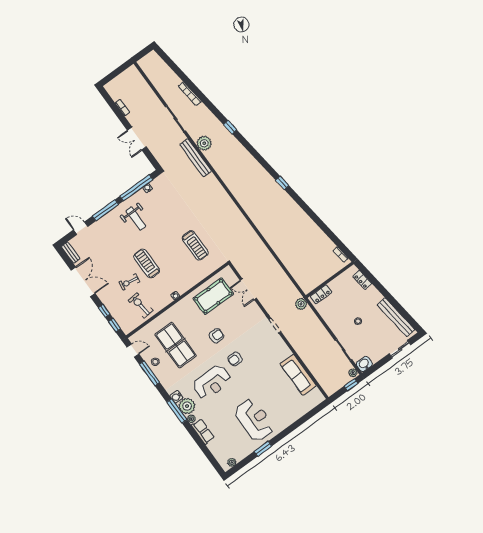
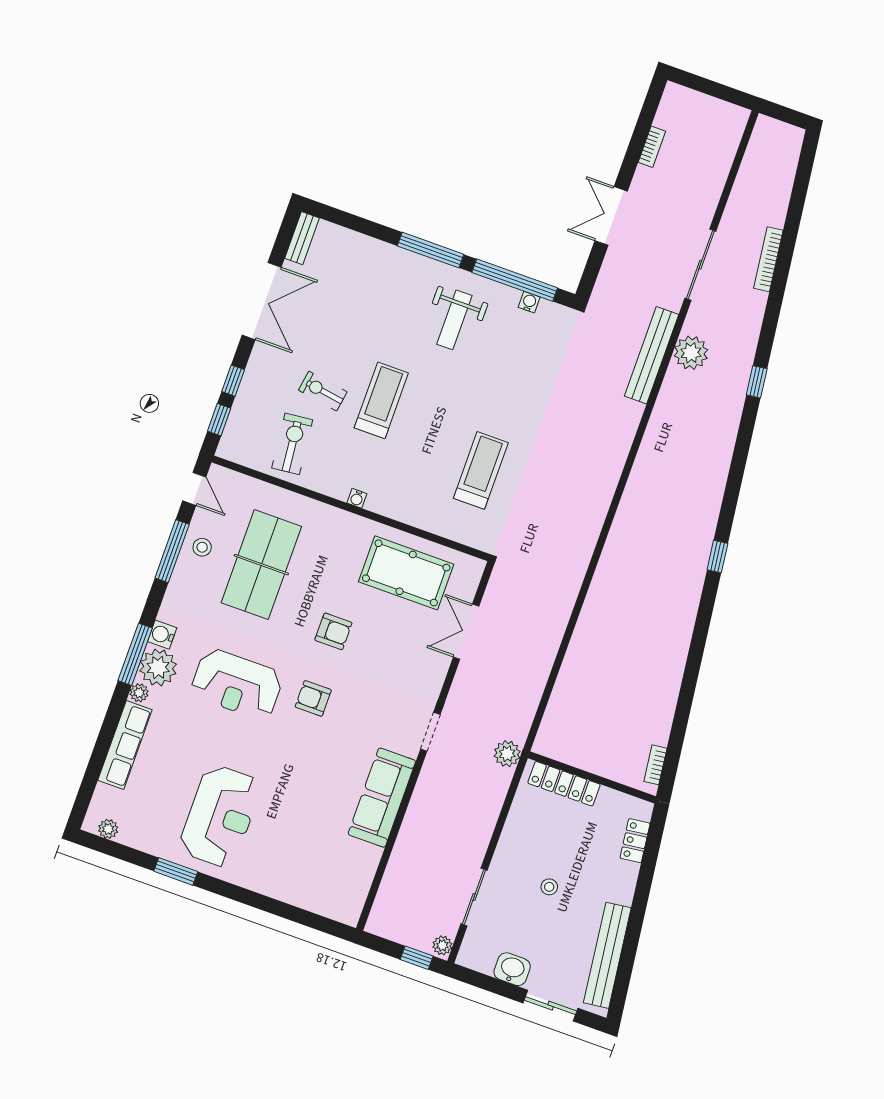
door: (81, 228) -> (363, 226), removed
treadmill: (195, 245) -> (481, 470), turned 180
locker: (321, 294) -> (564, 784), width x1.53
washbasin: (364, 364) -> (512, 969), moved
sofa: (298, 375) -> (382, 798), moved
row of seats: (203, 432) -> (125, 745), width x1.48

